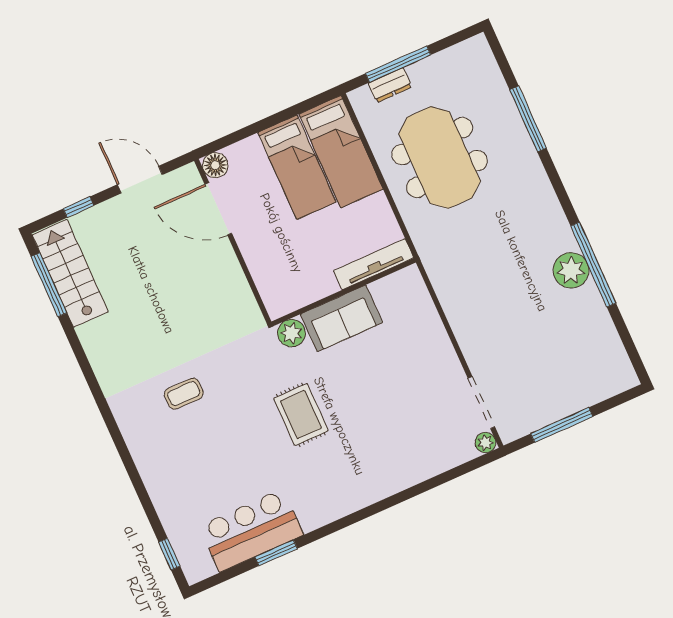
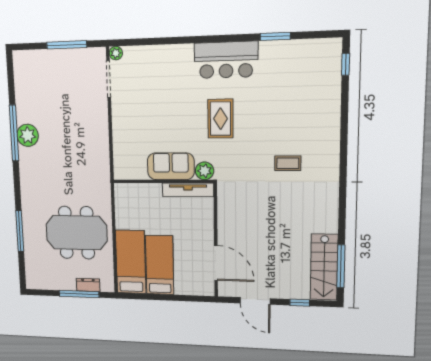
meeting table: (440, 158) -> (77, 233), turned 90
floor lamp: (215, 165) -> (207, 288), removed
tv unit: (374, 264) -> (188, 190), moved
bar counter: (251, 530) -> (226, 60), moved

